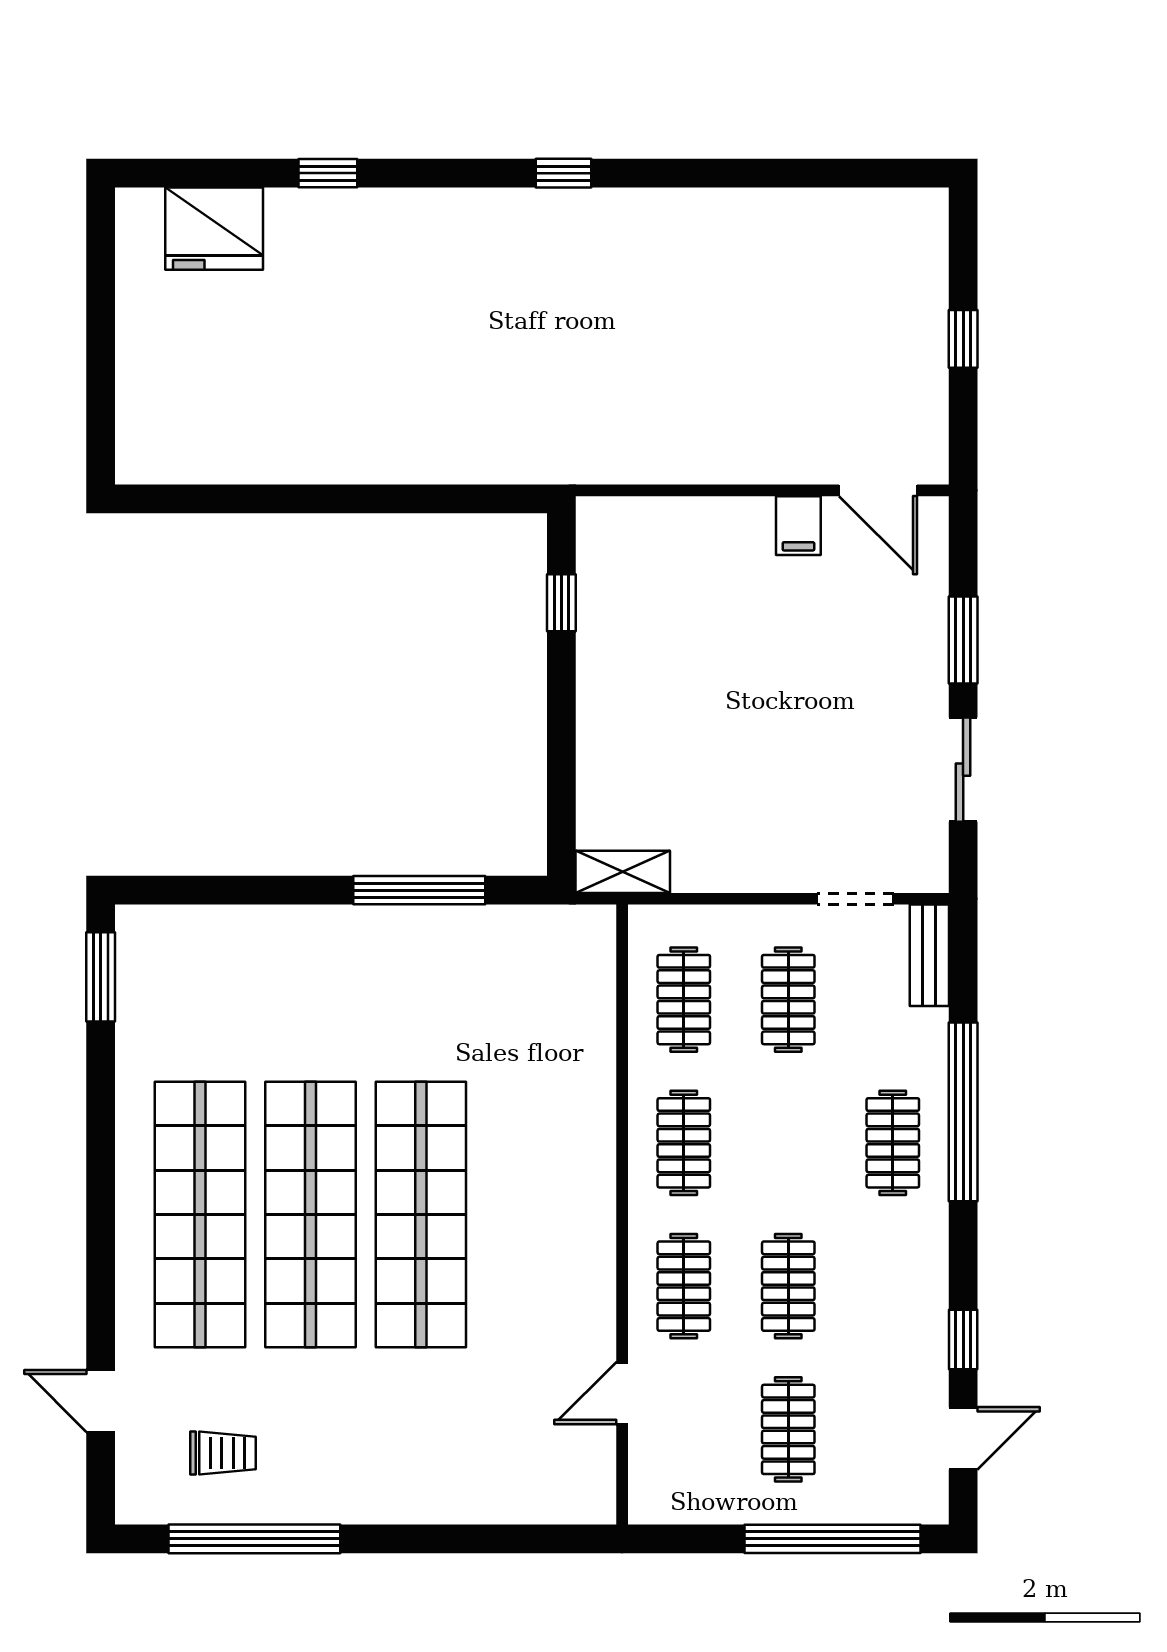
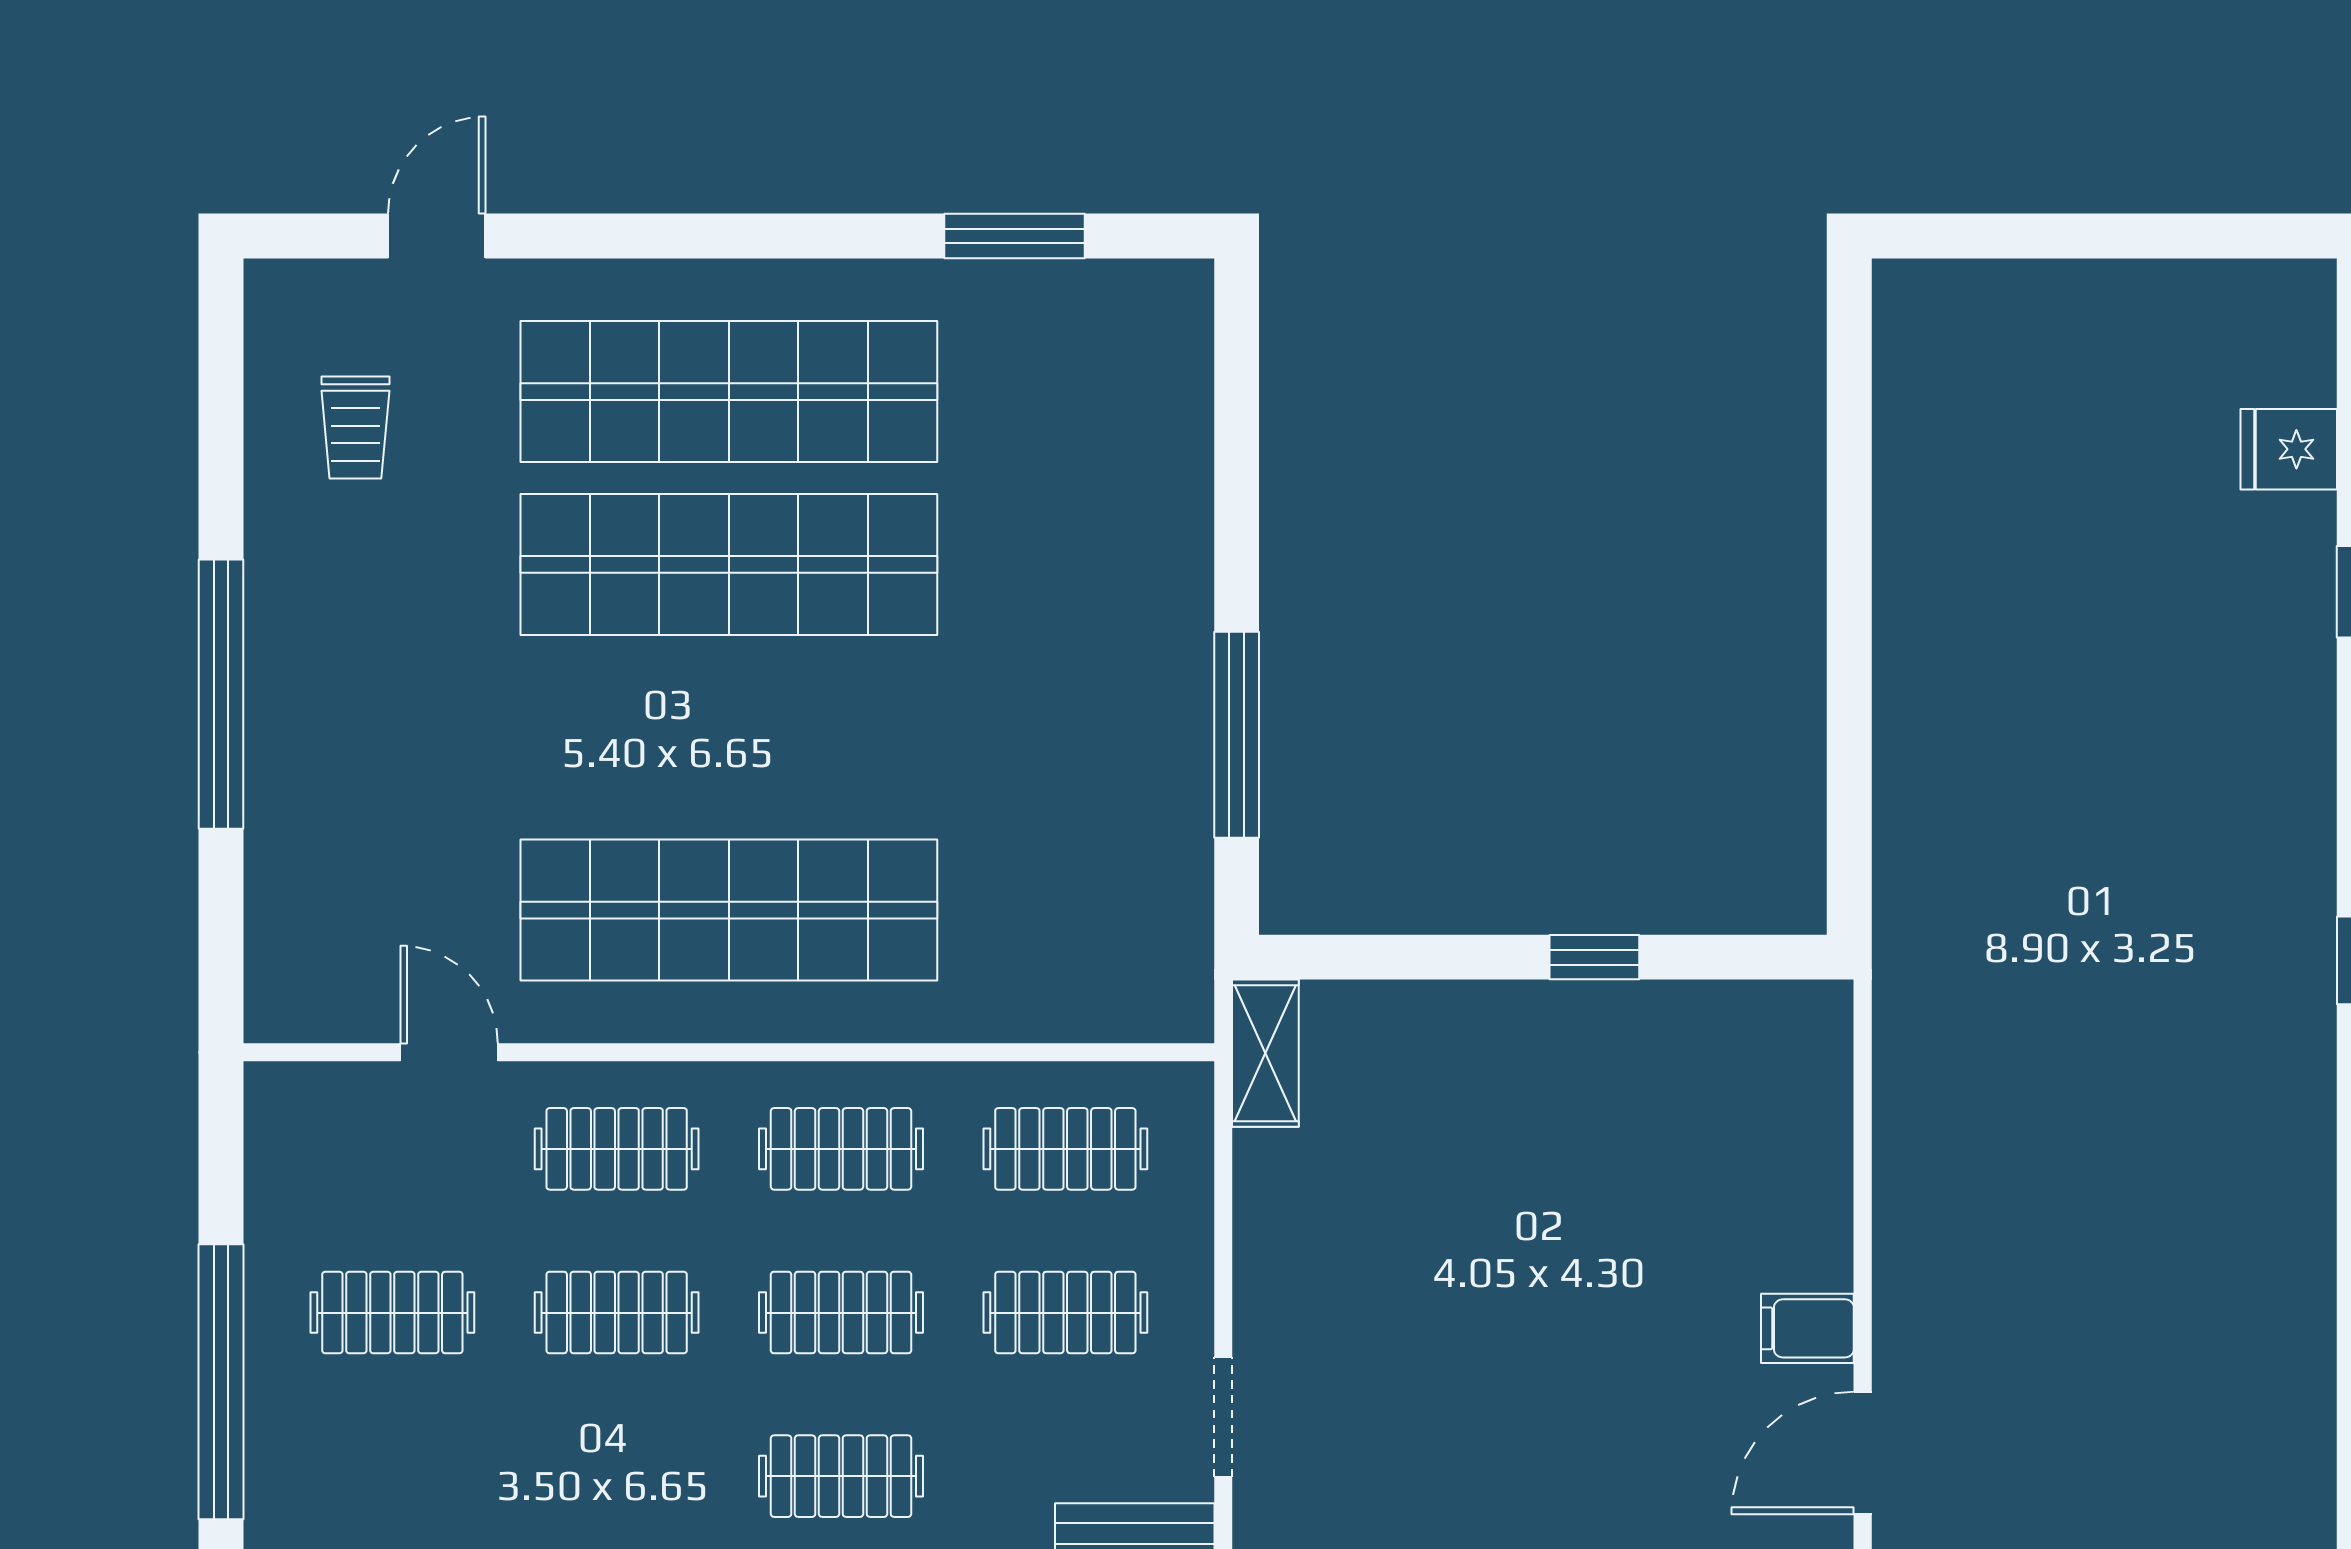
fridge: (214, 229) -> (2289, 449), width x0.53, depth x0.75
window: (561, 603) -> (1594, 957), moved
window: (101, 977) -> (1015, 236), moved
clothes rail: (788, 1143) -> (841, 1313), added
shop shelf: (421, 1214) -> (729, 910), moved
window: (254, 1539) -> (221, 694), moved

